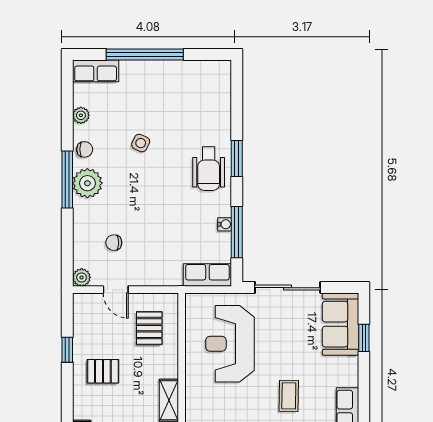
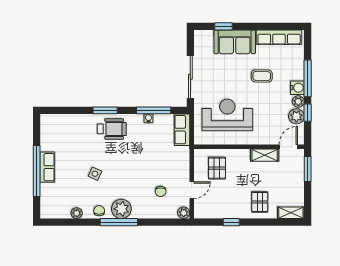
row of seats: (96, 71) -> (47, 167), moved
sofa: (340, 324) -> (235, 42), moved
pallet: (149, 328) -> (217, 168), turned 90
reception desk: (230, 344) -> (227, 115), turned 180
pallet: (103, 371) -> (260, 202), moved

